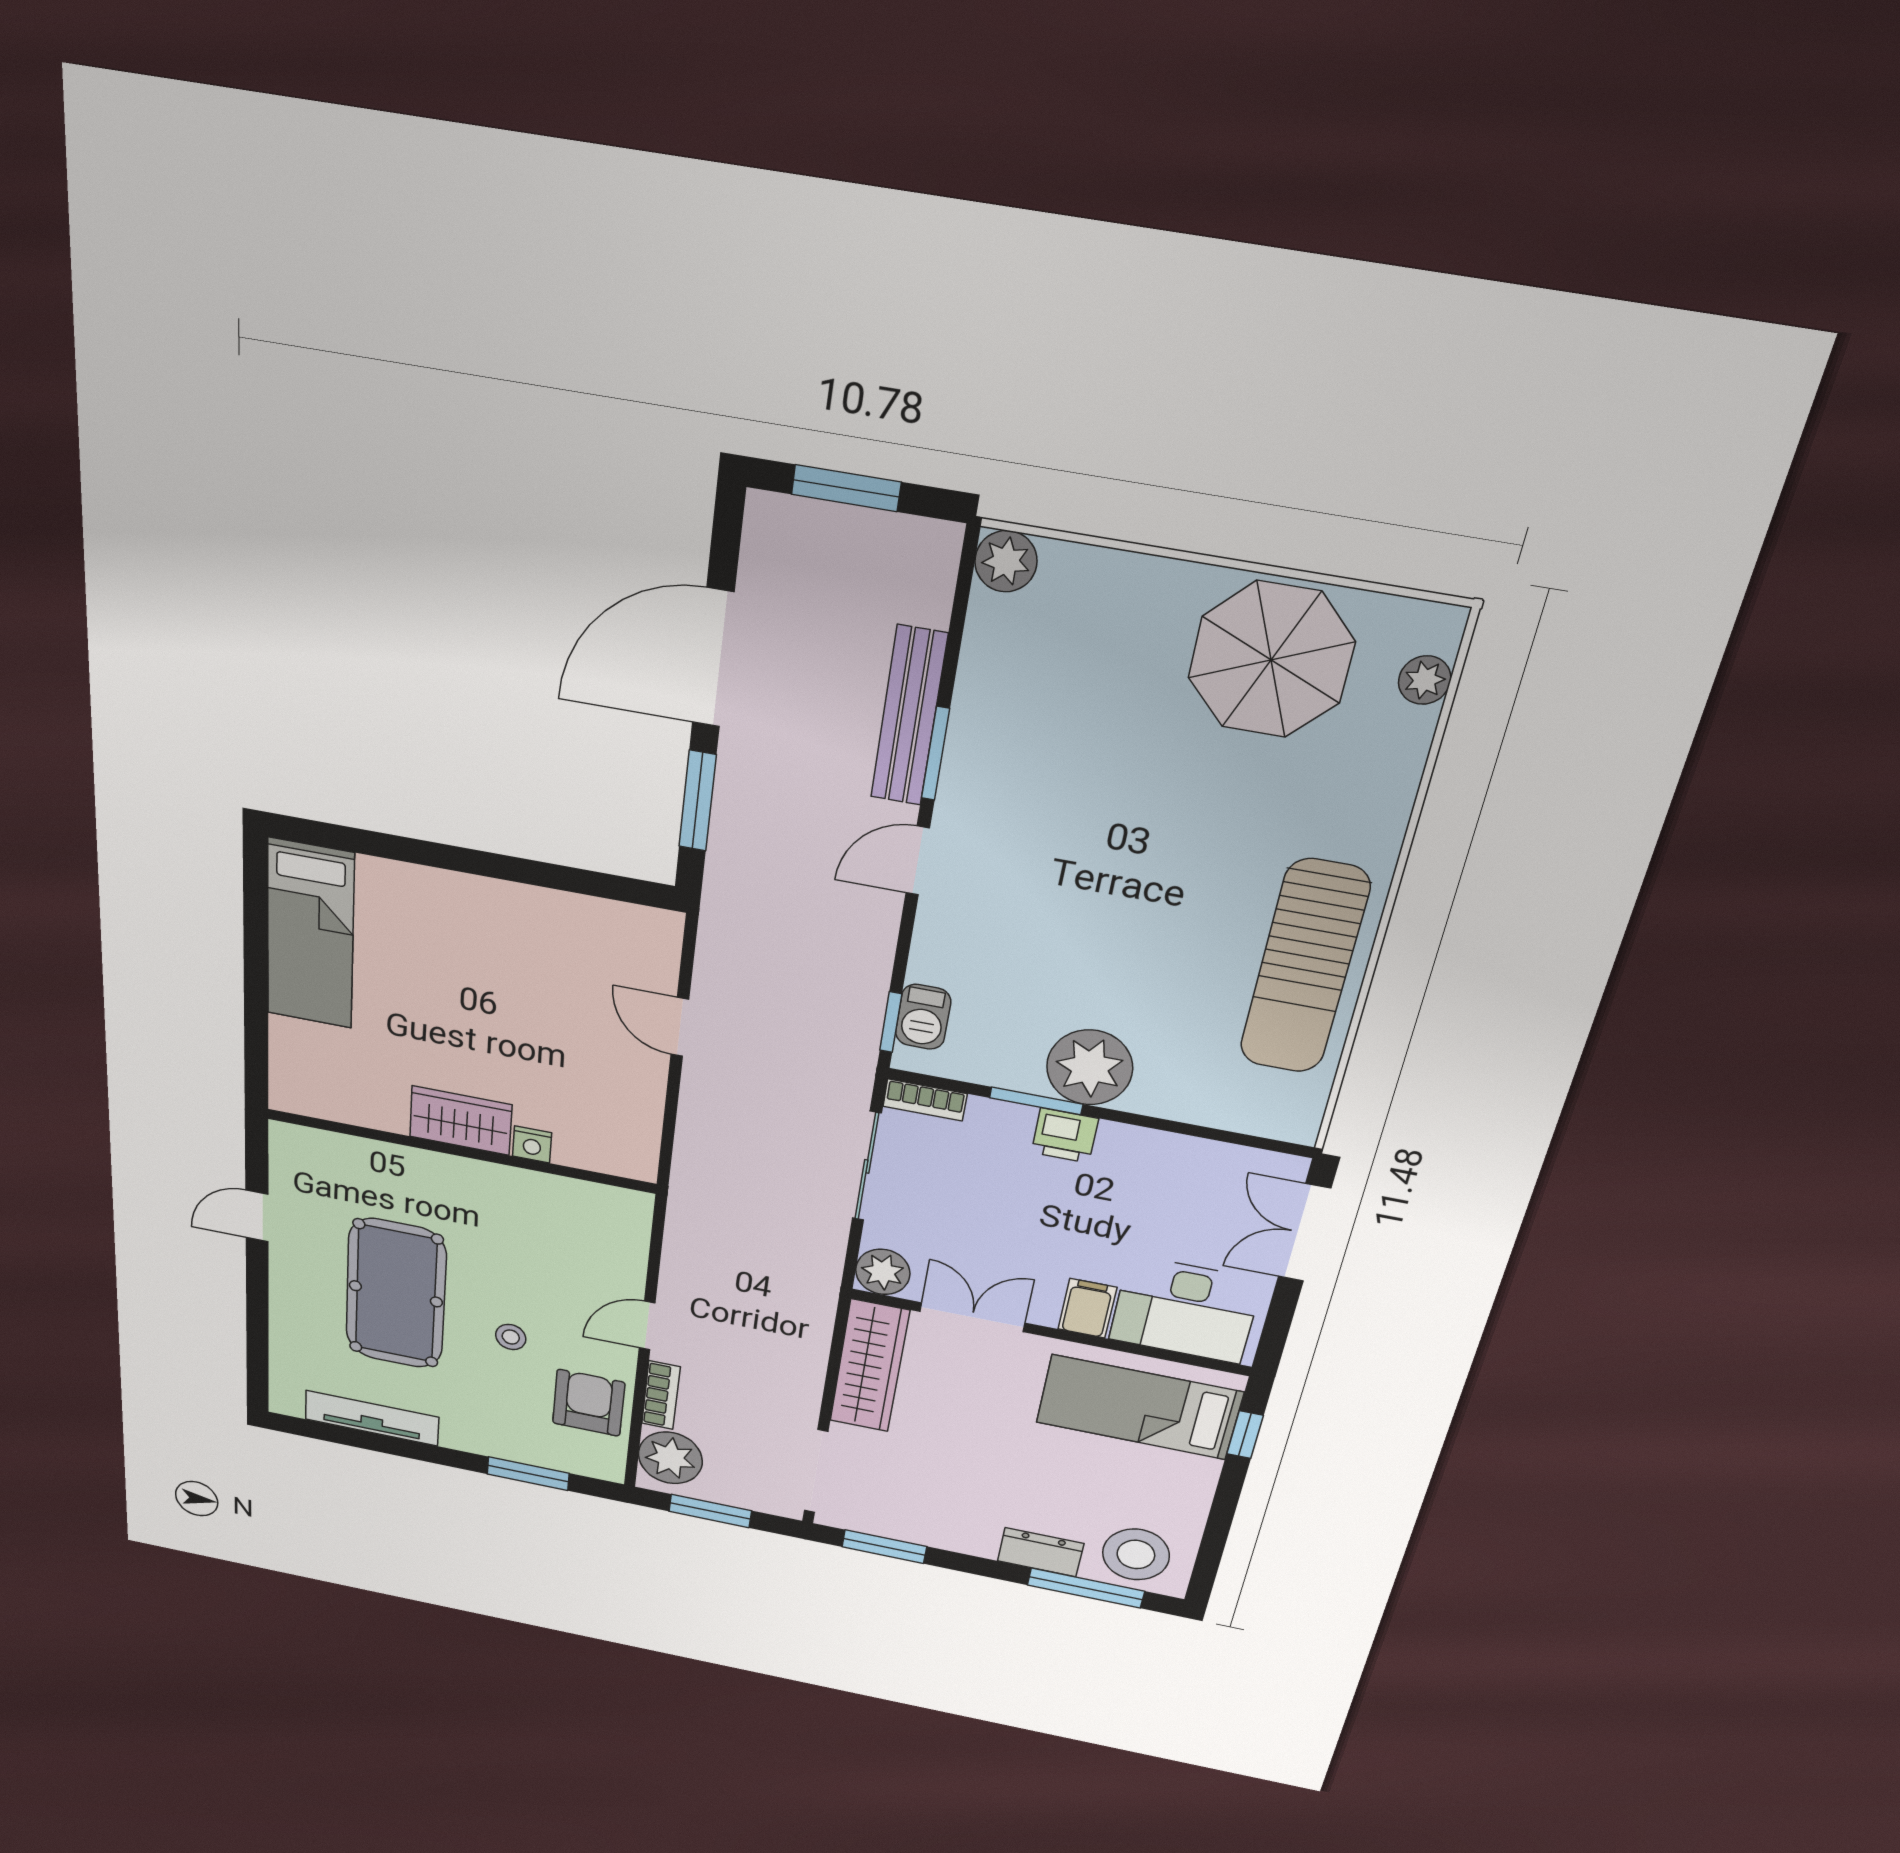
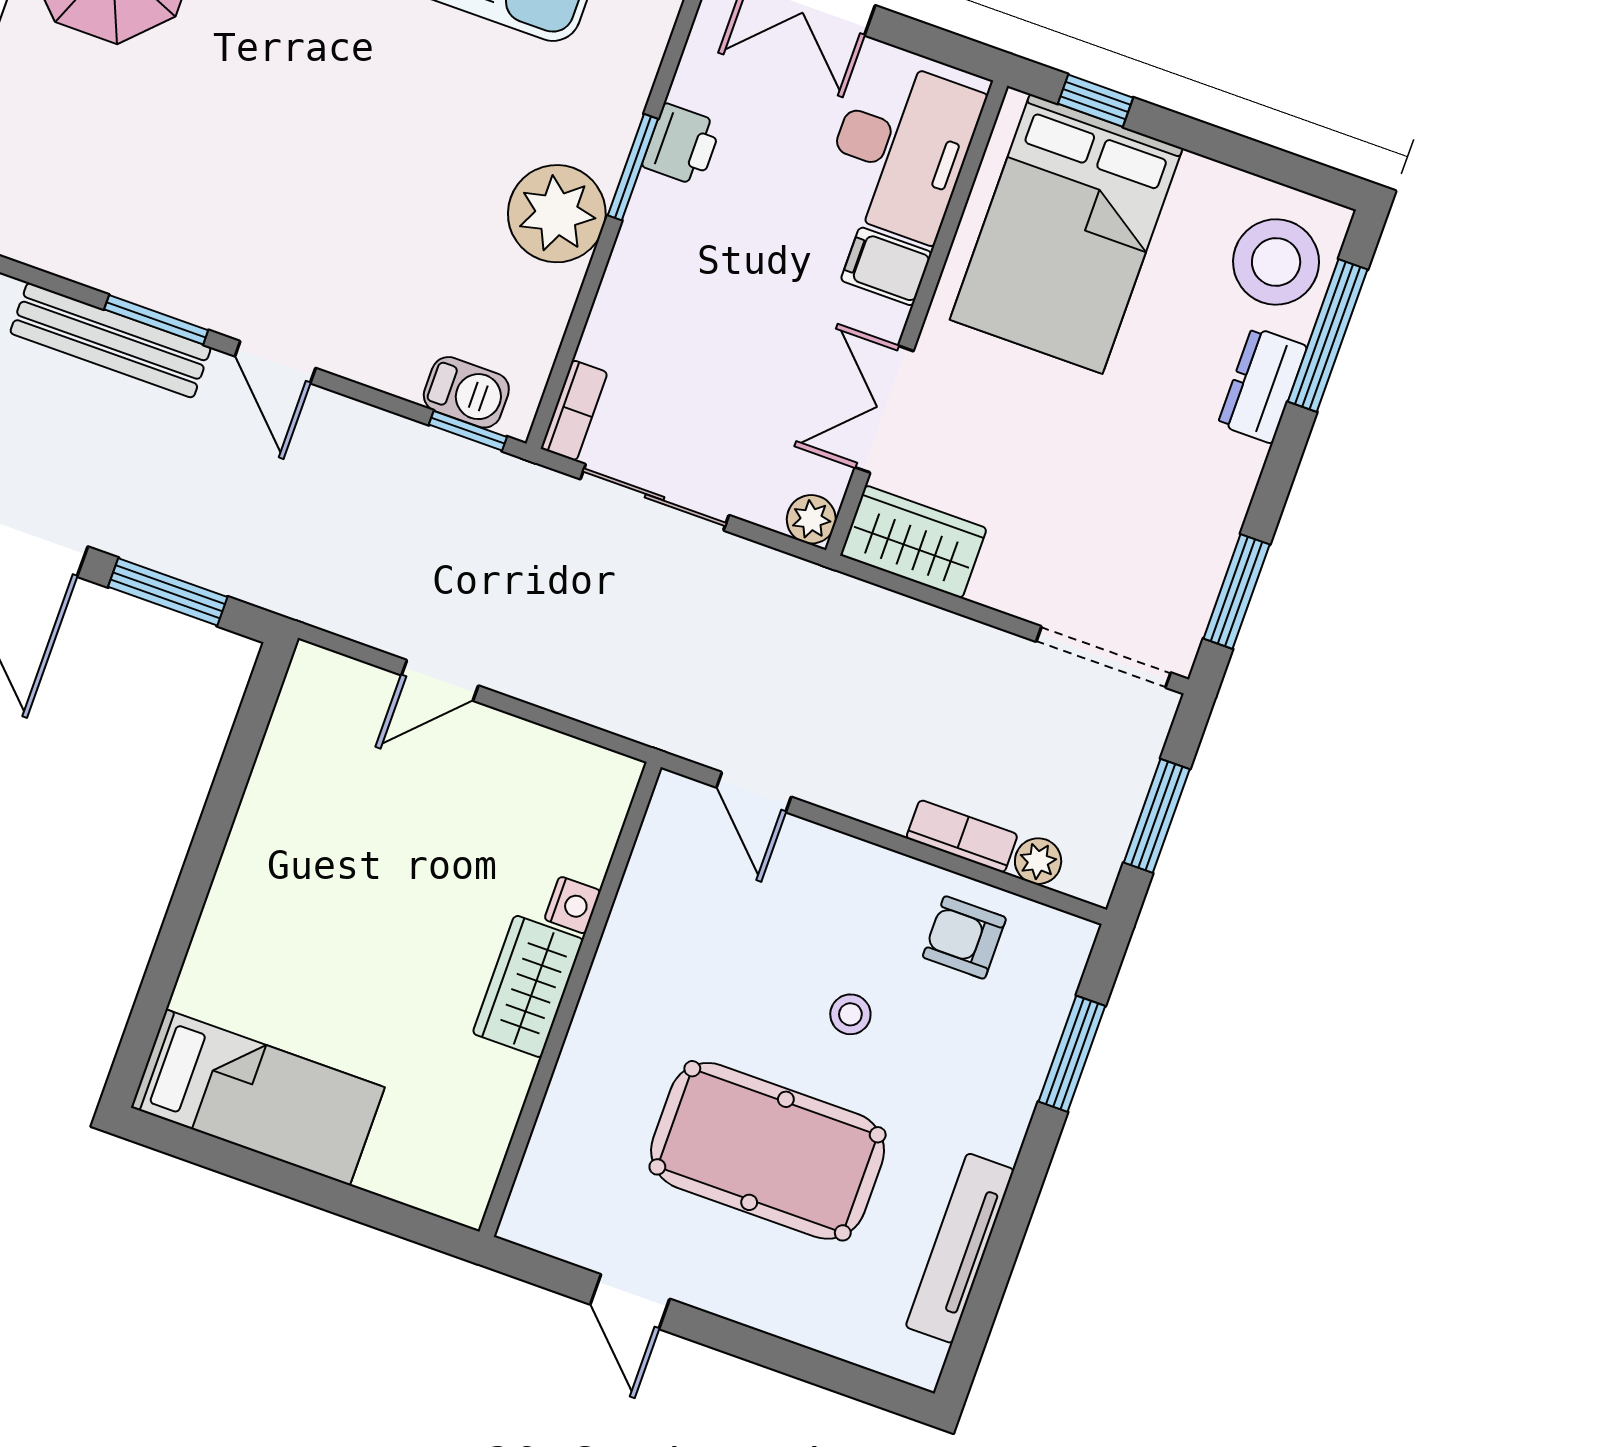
window: (1036, 1101) -> (633, 167), moved
printer: (1065, 1136) -> (682, 145), moved
plant: (883, 1272) -> (811, 519), width x0.73, depth x0.73
door: (647, 1326) -> (754, 792), moved
wardrobe: (869, 1366) -> (914, 542), width x0.67
armchair: (589, 1403) -> (964, 937), width x0.72, depth x0.72
bed: (1139, 1407) -> (1066, 234), width x1.50
plant: (670, 1458) -> (1038, 861), width x0.53, depth x0.53

